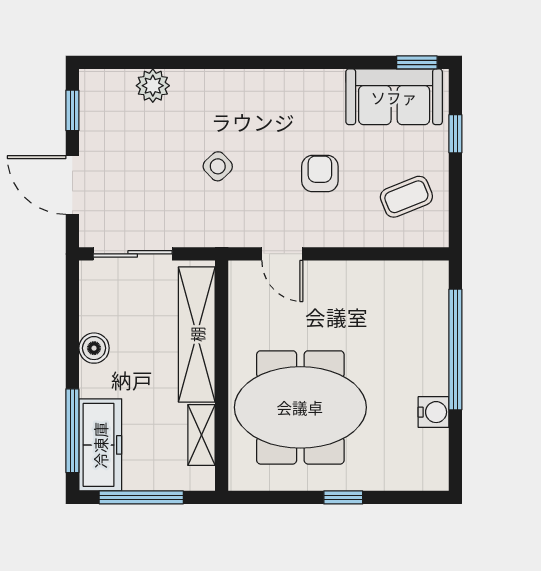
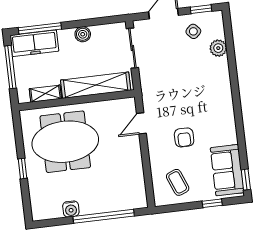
side table: (218, 166) -> (193, 31), moved
armchair: (320, 174) -> (184, 137), turned 90
meeting table: (300, 407) -> (65, 142), turned 90

